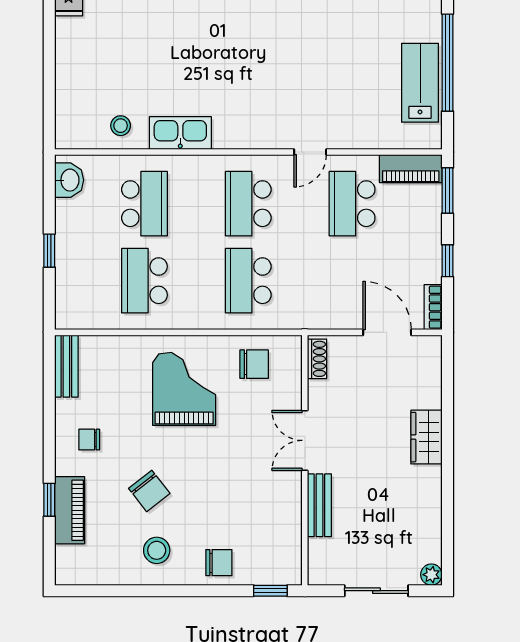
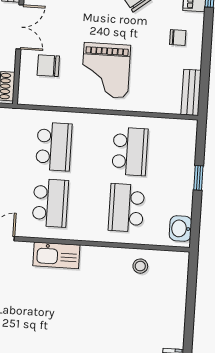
kitchen sink: (180, 133) -> (56, 255), moved
chair: (254, 364) -> (48, 66), moved

